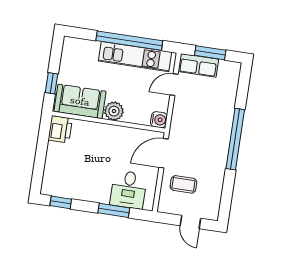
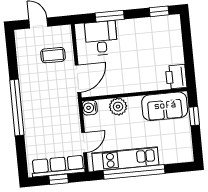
window: (210, 53) -> (59, 179), width x0.67
row of seats: (198, 65) -> (58, 166), width x1.48
plant: (114, 111) -> (118, 107), moved

